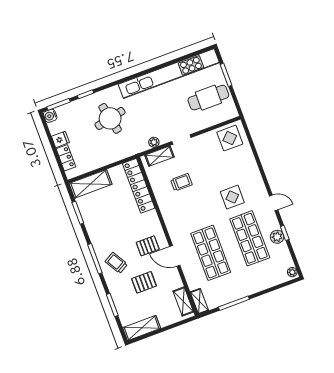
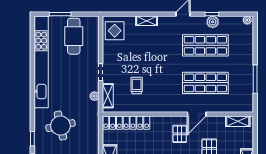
display table: (232, 197) -> (165, 47), removed
shelving: (199, 301) -> (147, 21), moved

